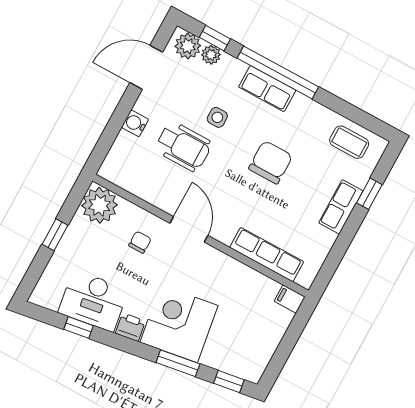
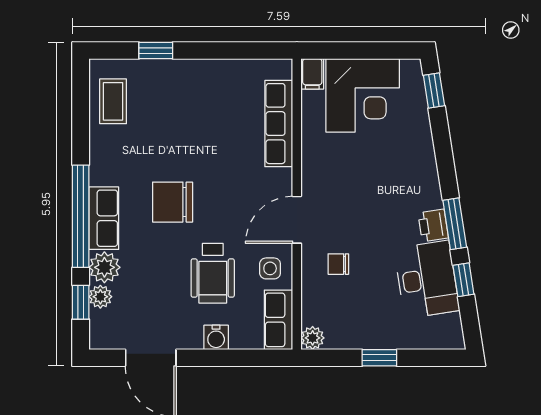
plant: (188, 46) -> (104, 267), moved
side table: (217, 117) -> (270, 268), moved
wheelchair: (183, 146) -> (213, 273), turned 180
chair: (271, 162) -> (173, 202), moved
plant: (100, 205) -> (313, 338), width x0.53, depth x0.53
row of seats: (341, 207) -> (279, 320), moved, turned 90
corner desk: (179, 324) -> (363, 95), moved, turned -81
window: (178, 363) -> (455, 224), moved

